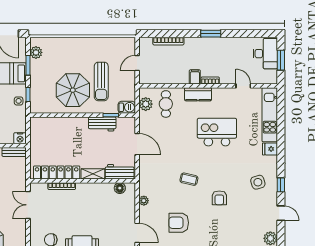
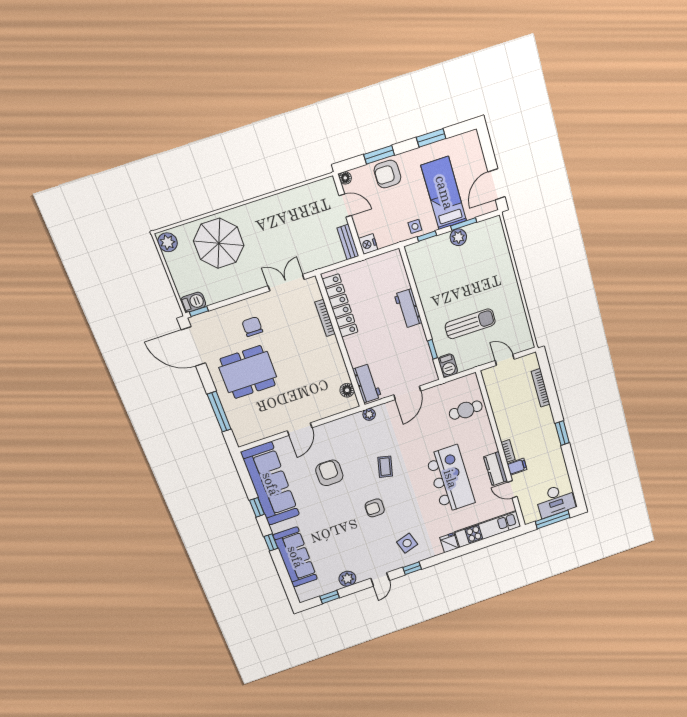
plant: (36, 52) -> (458, 237), moved
window: (281, 60) -> (553, 519), width x1.44
filing cabinet: (195, 77) -> (517, 467), moved
sun lounger: (101, 81) -> (470, 324), turned 180
door: (243, 86) -> (512, 489), swing flipped
parasol: (73, 90) -> (449, 292), removed
kitchen counter: (198, 94) -> (496, 469), moved
plant: (146, 104) -> (459, 387), removed
workbench: (102, 124) -> (408, 308), moved
kitchen island: (217, 132) -> (450, 479), width x1.37
shelving: (93, 174) -> (354, 352), removed
plant: (144, 201) -> (369, 414), moved

